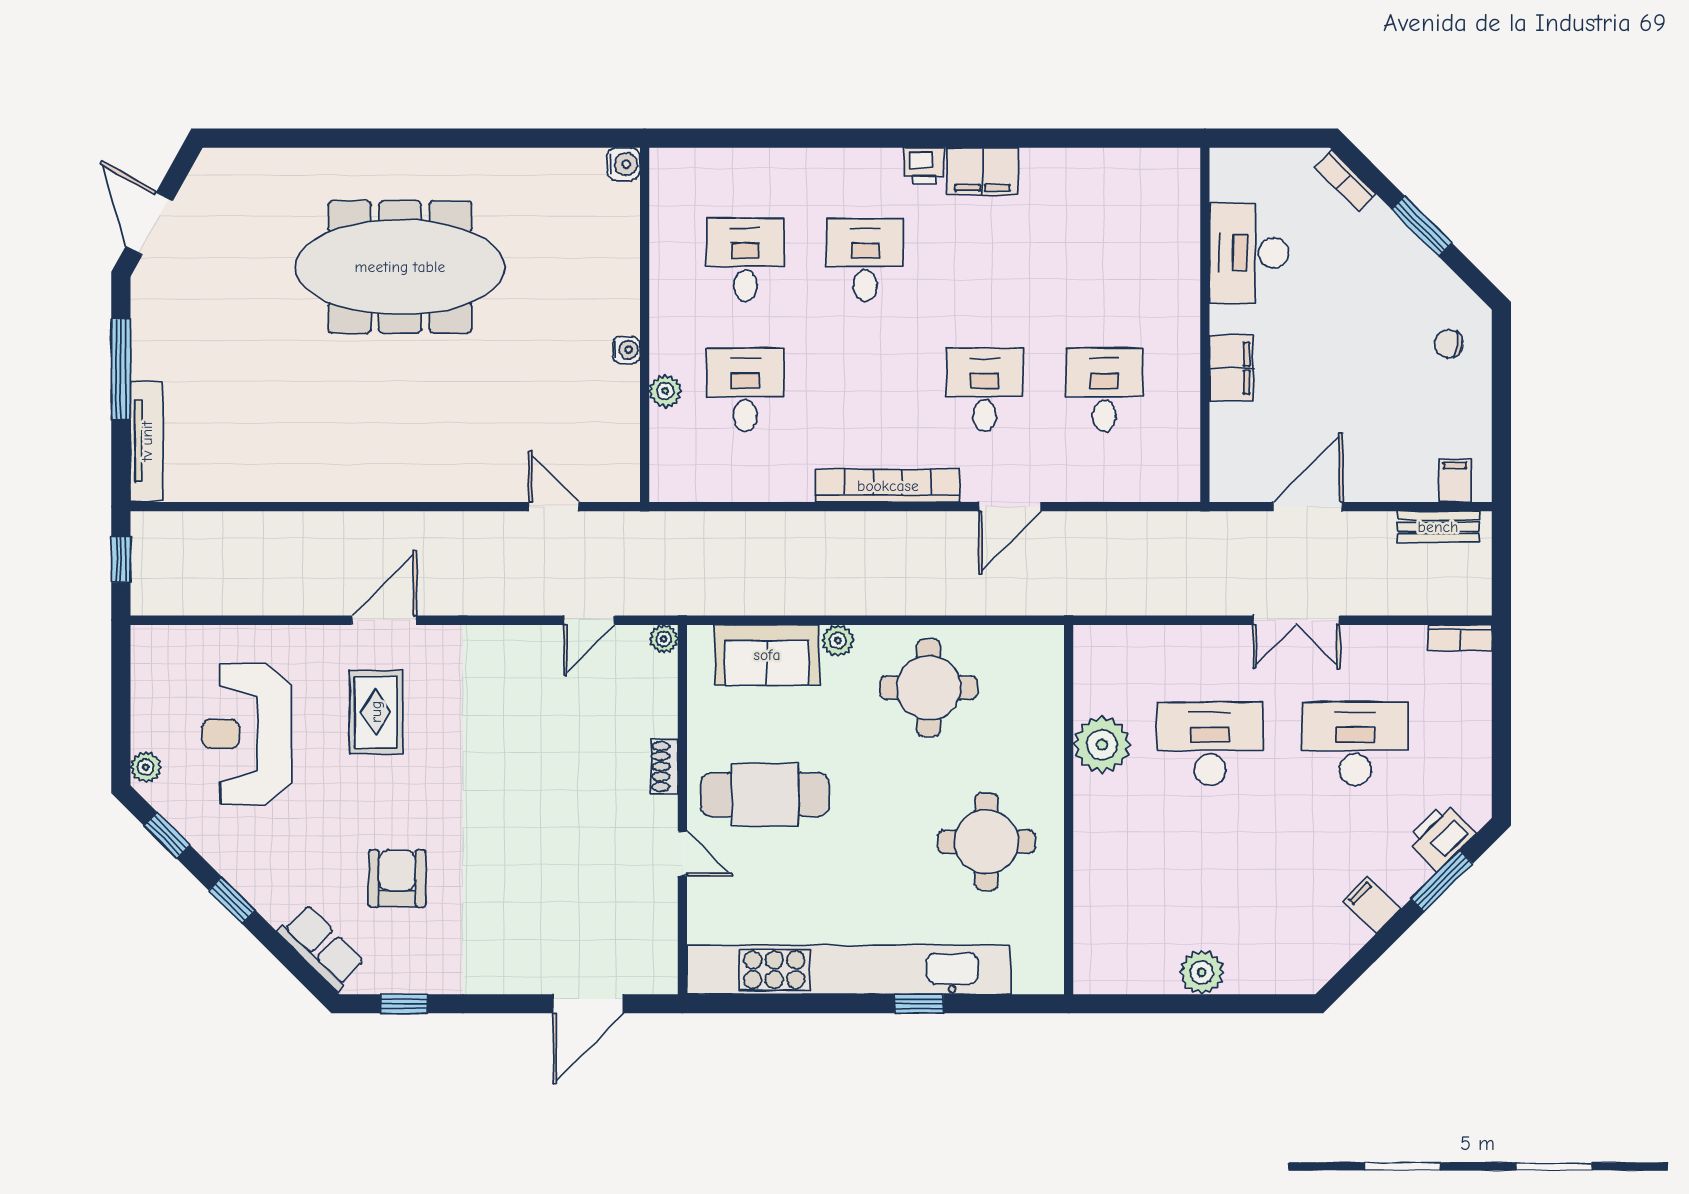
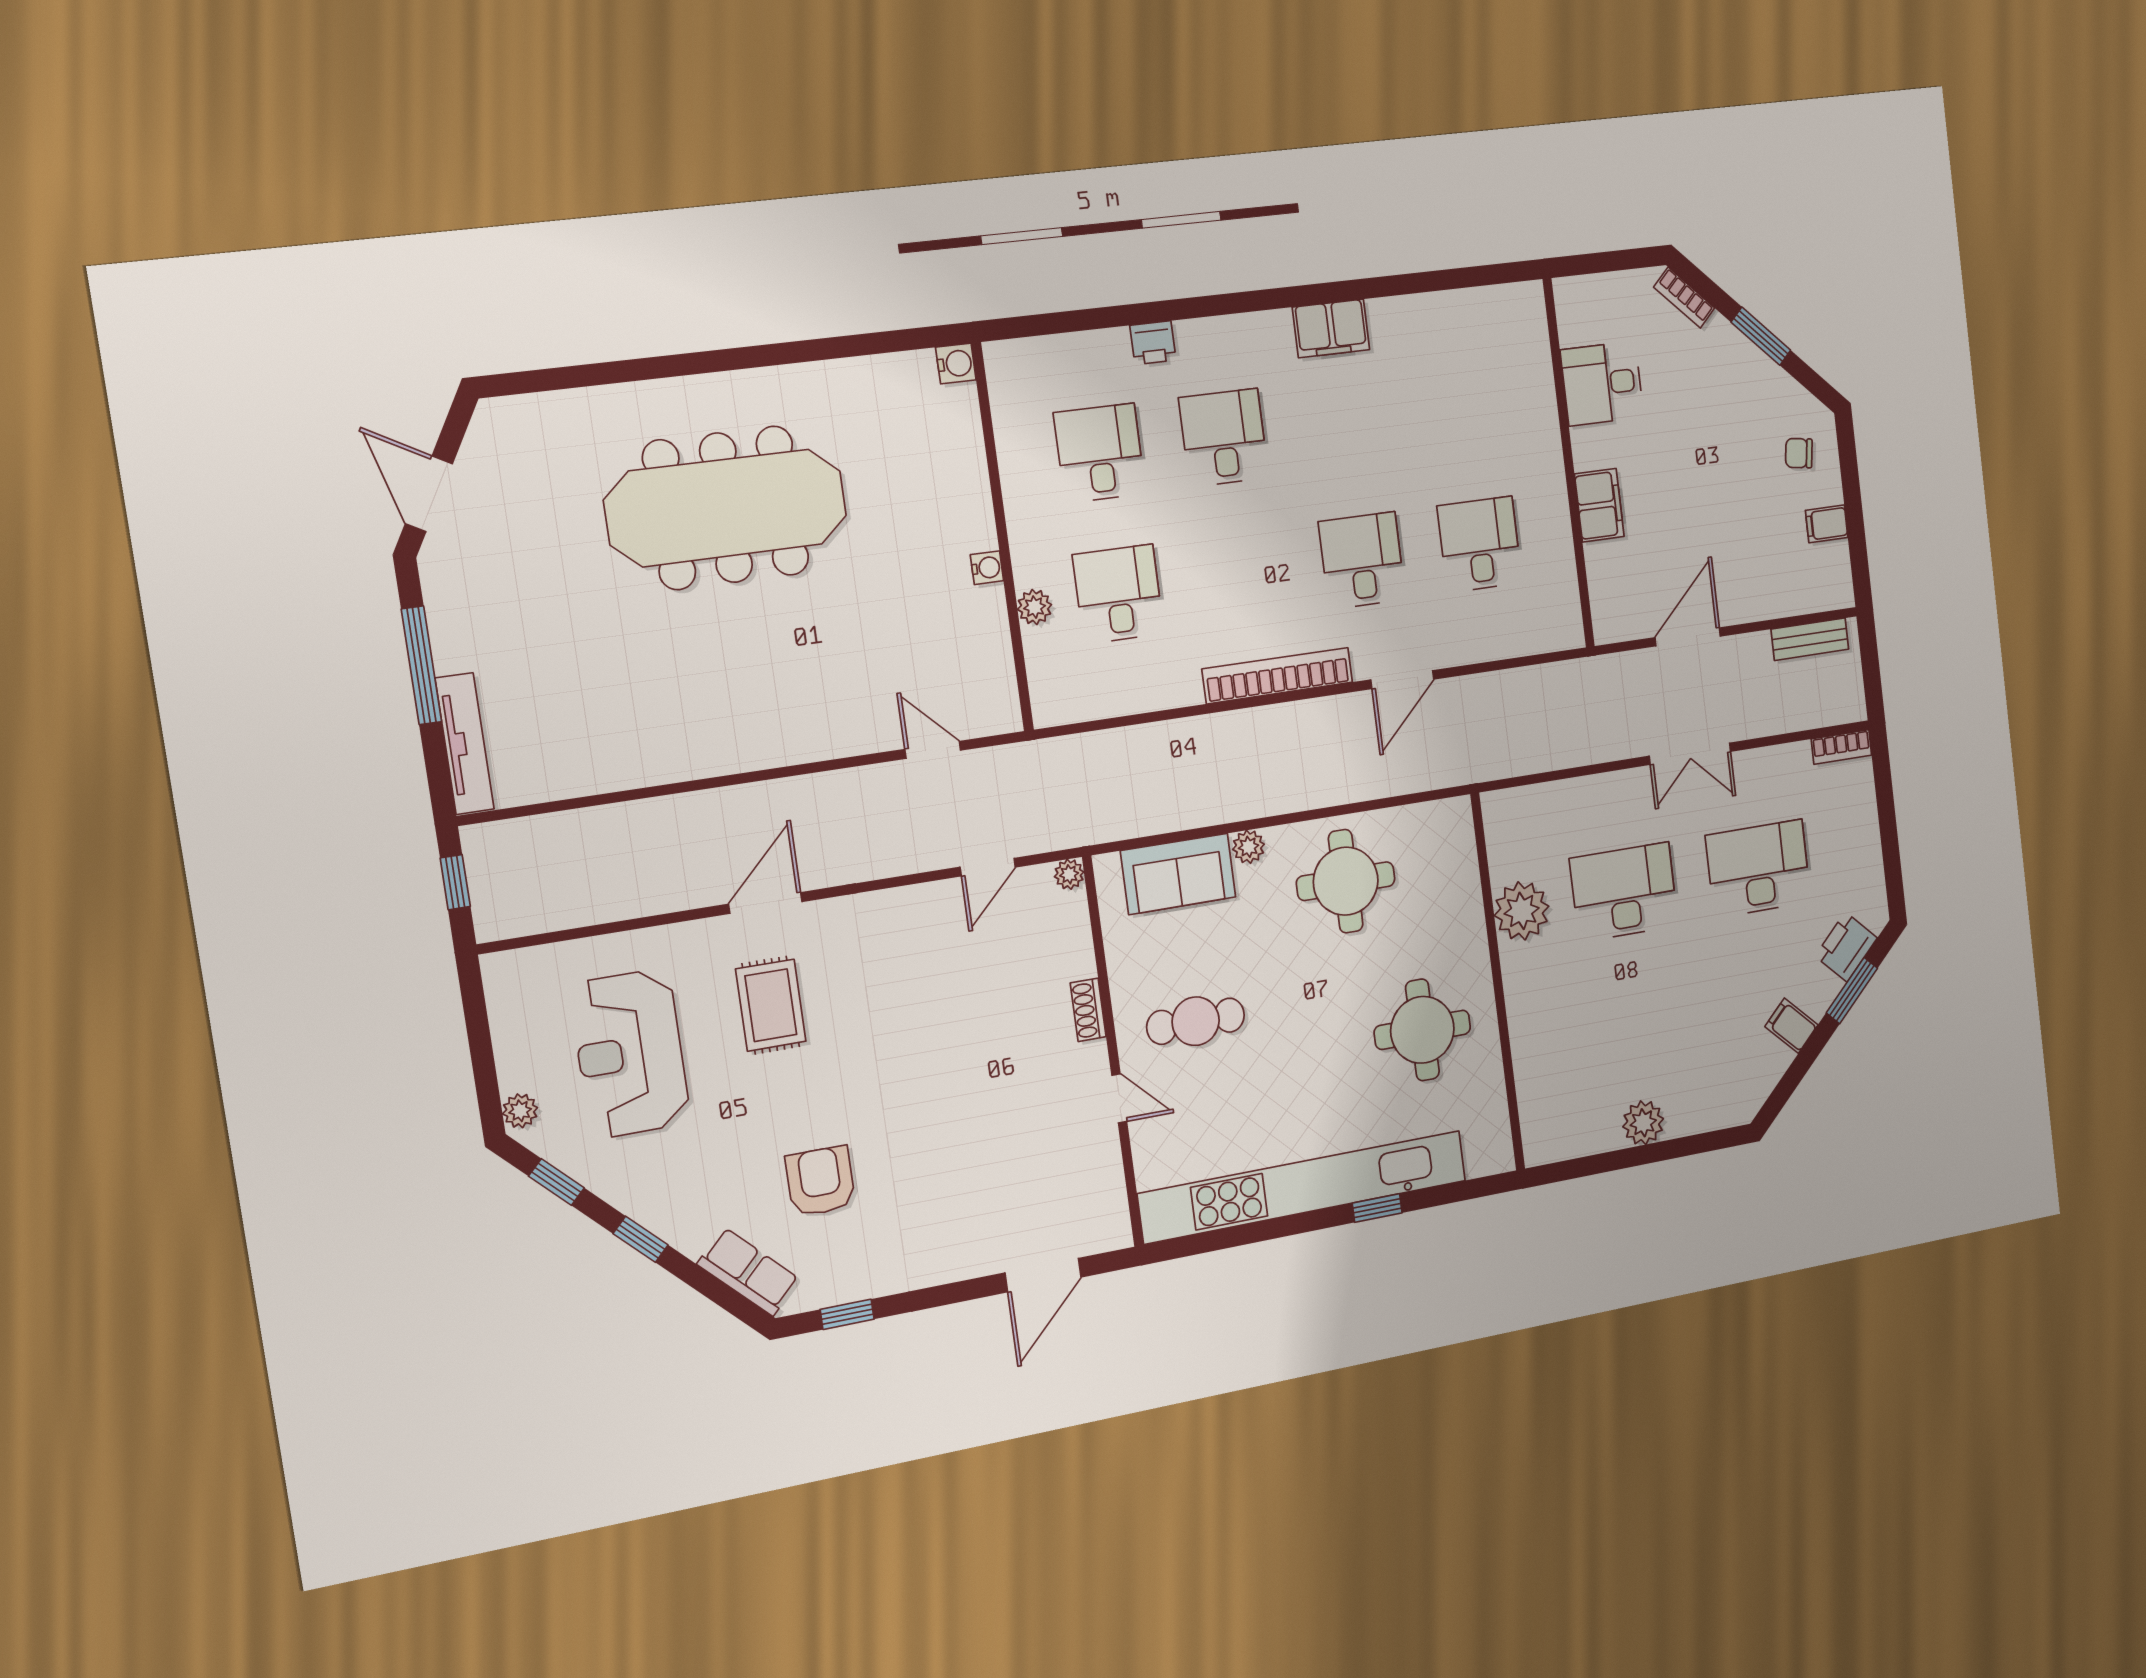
printer: (924, 166) -> (1153, 343), moved
desk: (1249, 253) -> (1602, 383), width x0.73
filing cabinet: (1455, 481) -> (1827, 524), moved, turned -90
cafe table: (765, 795) -> (1196, 1021), width x0.73, depth x0.74

